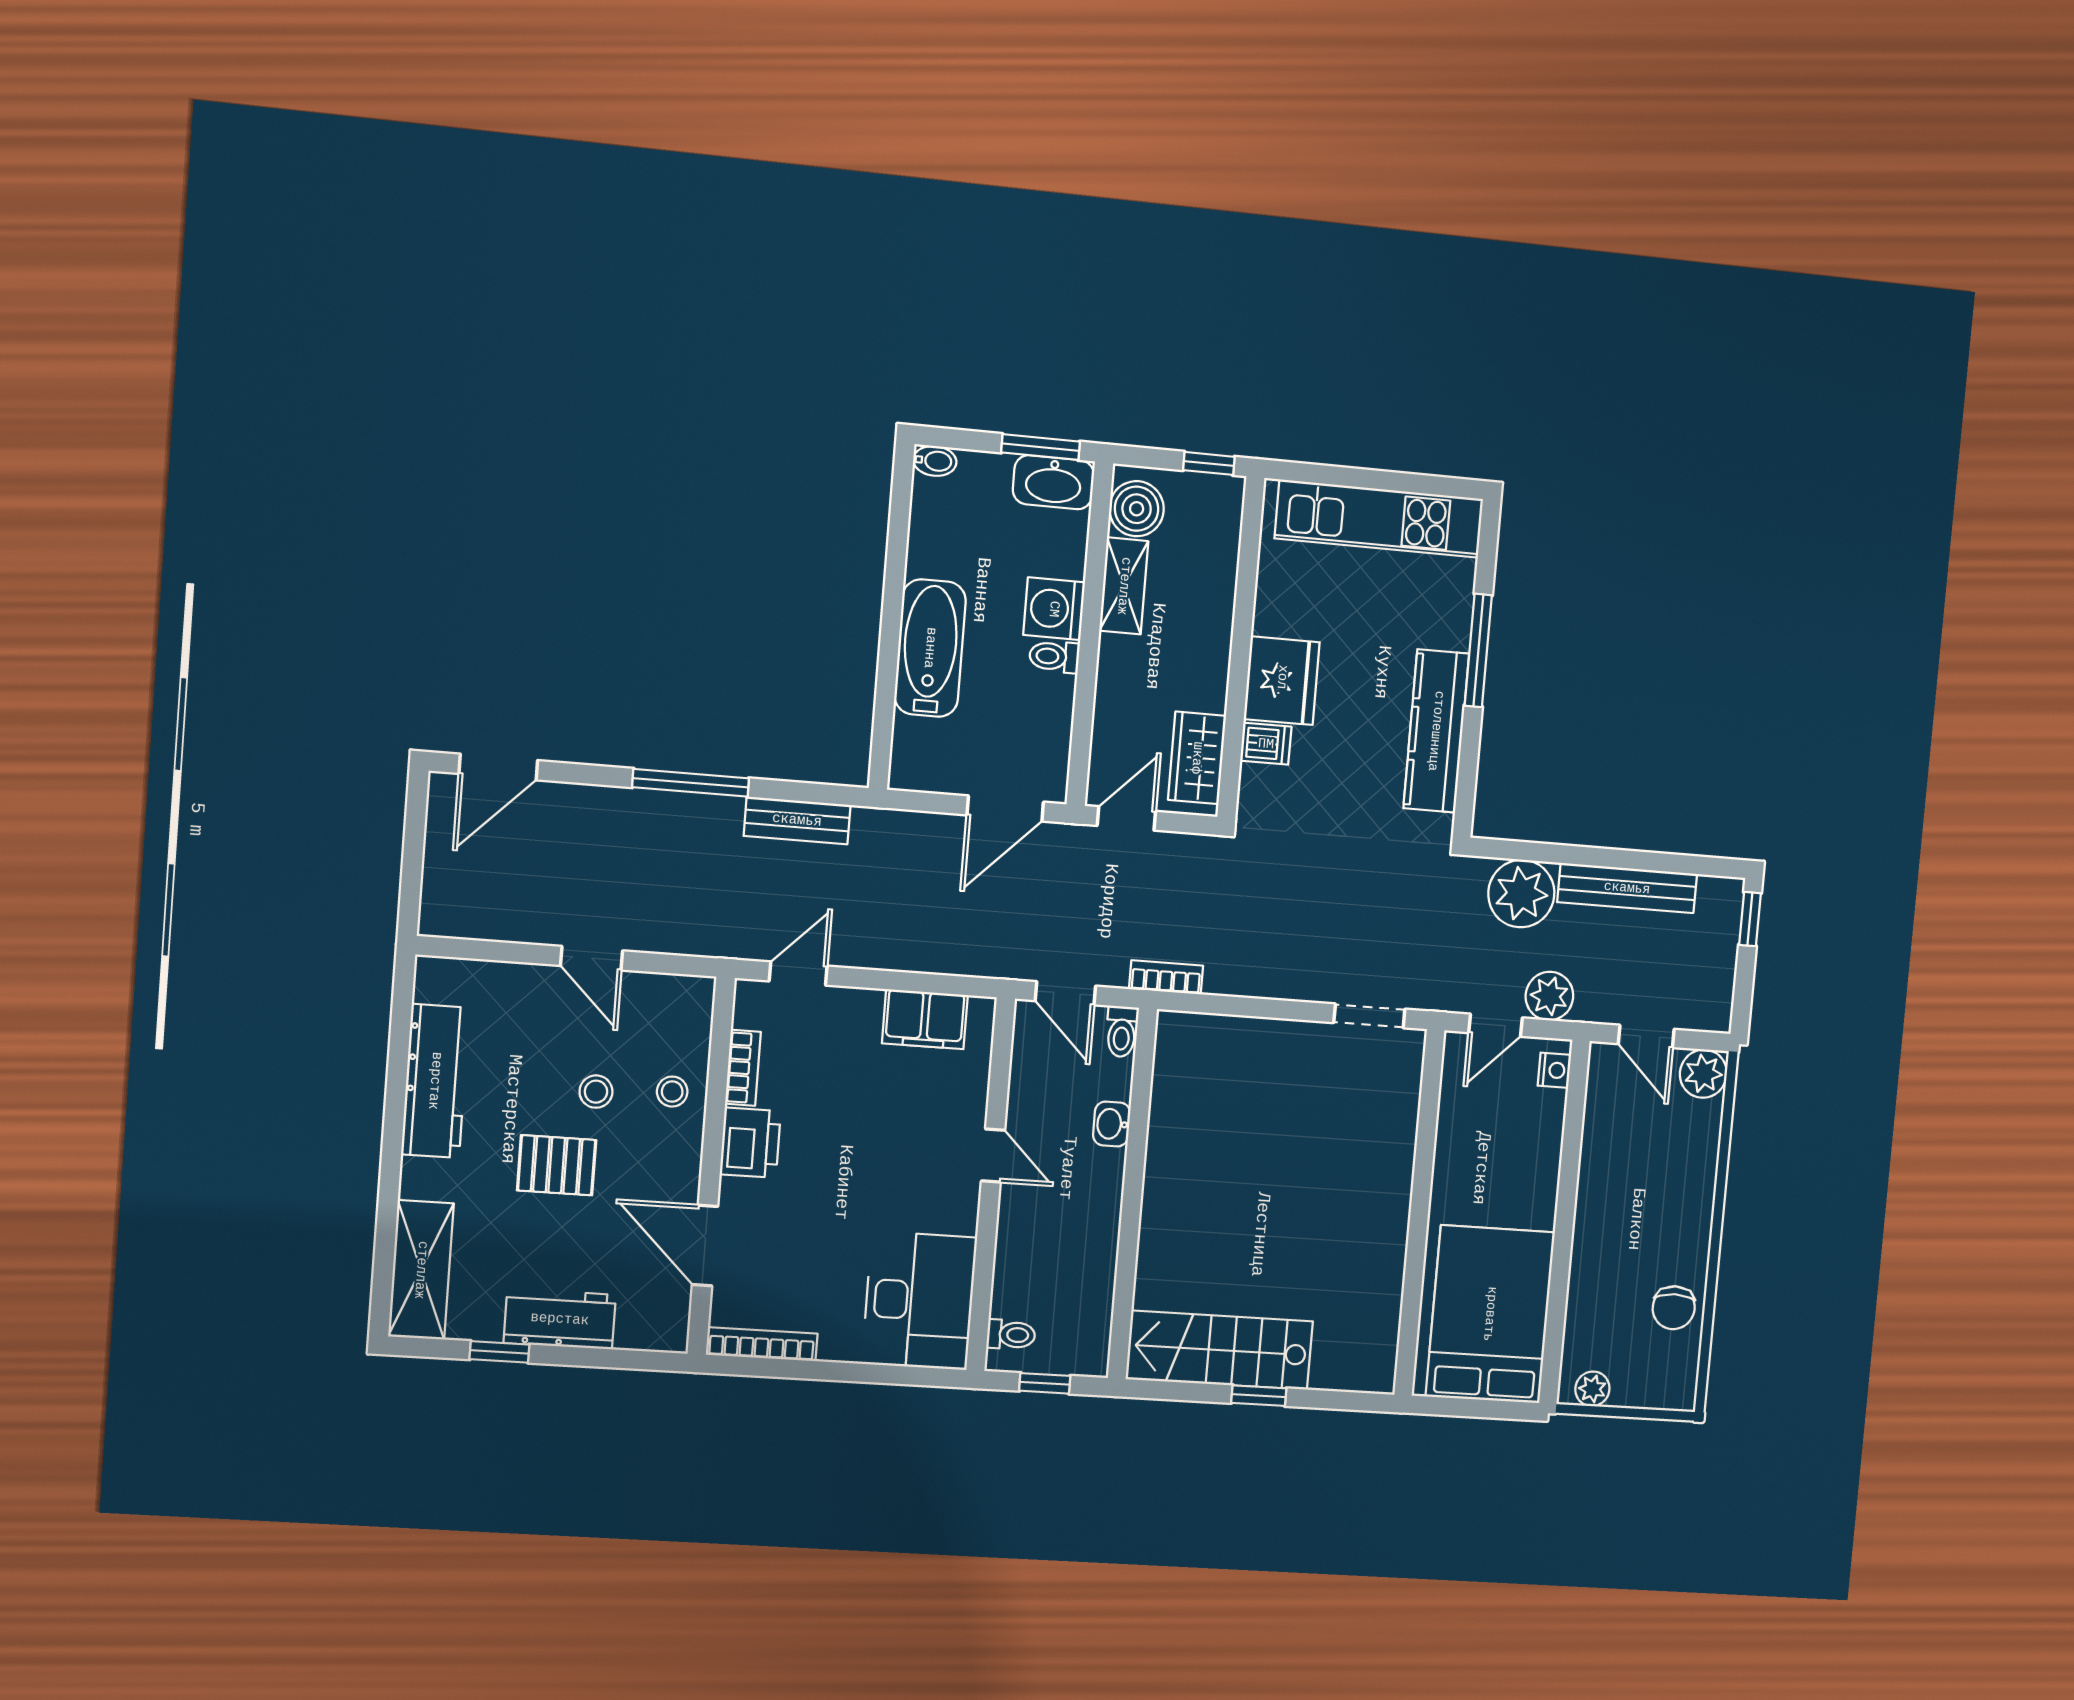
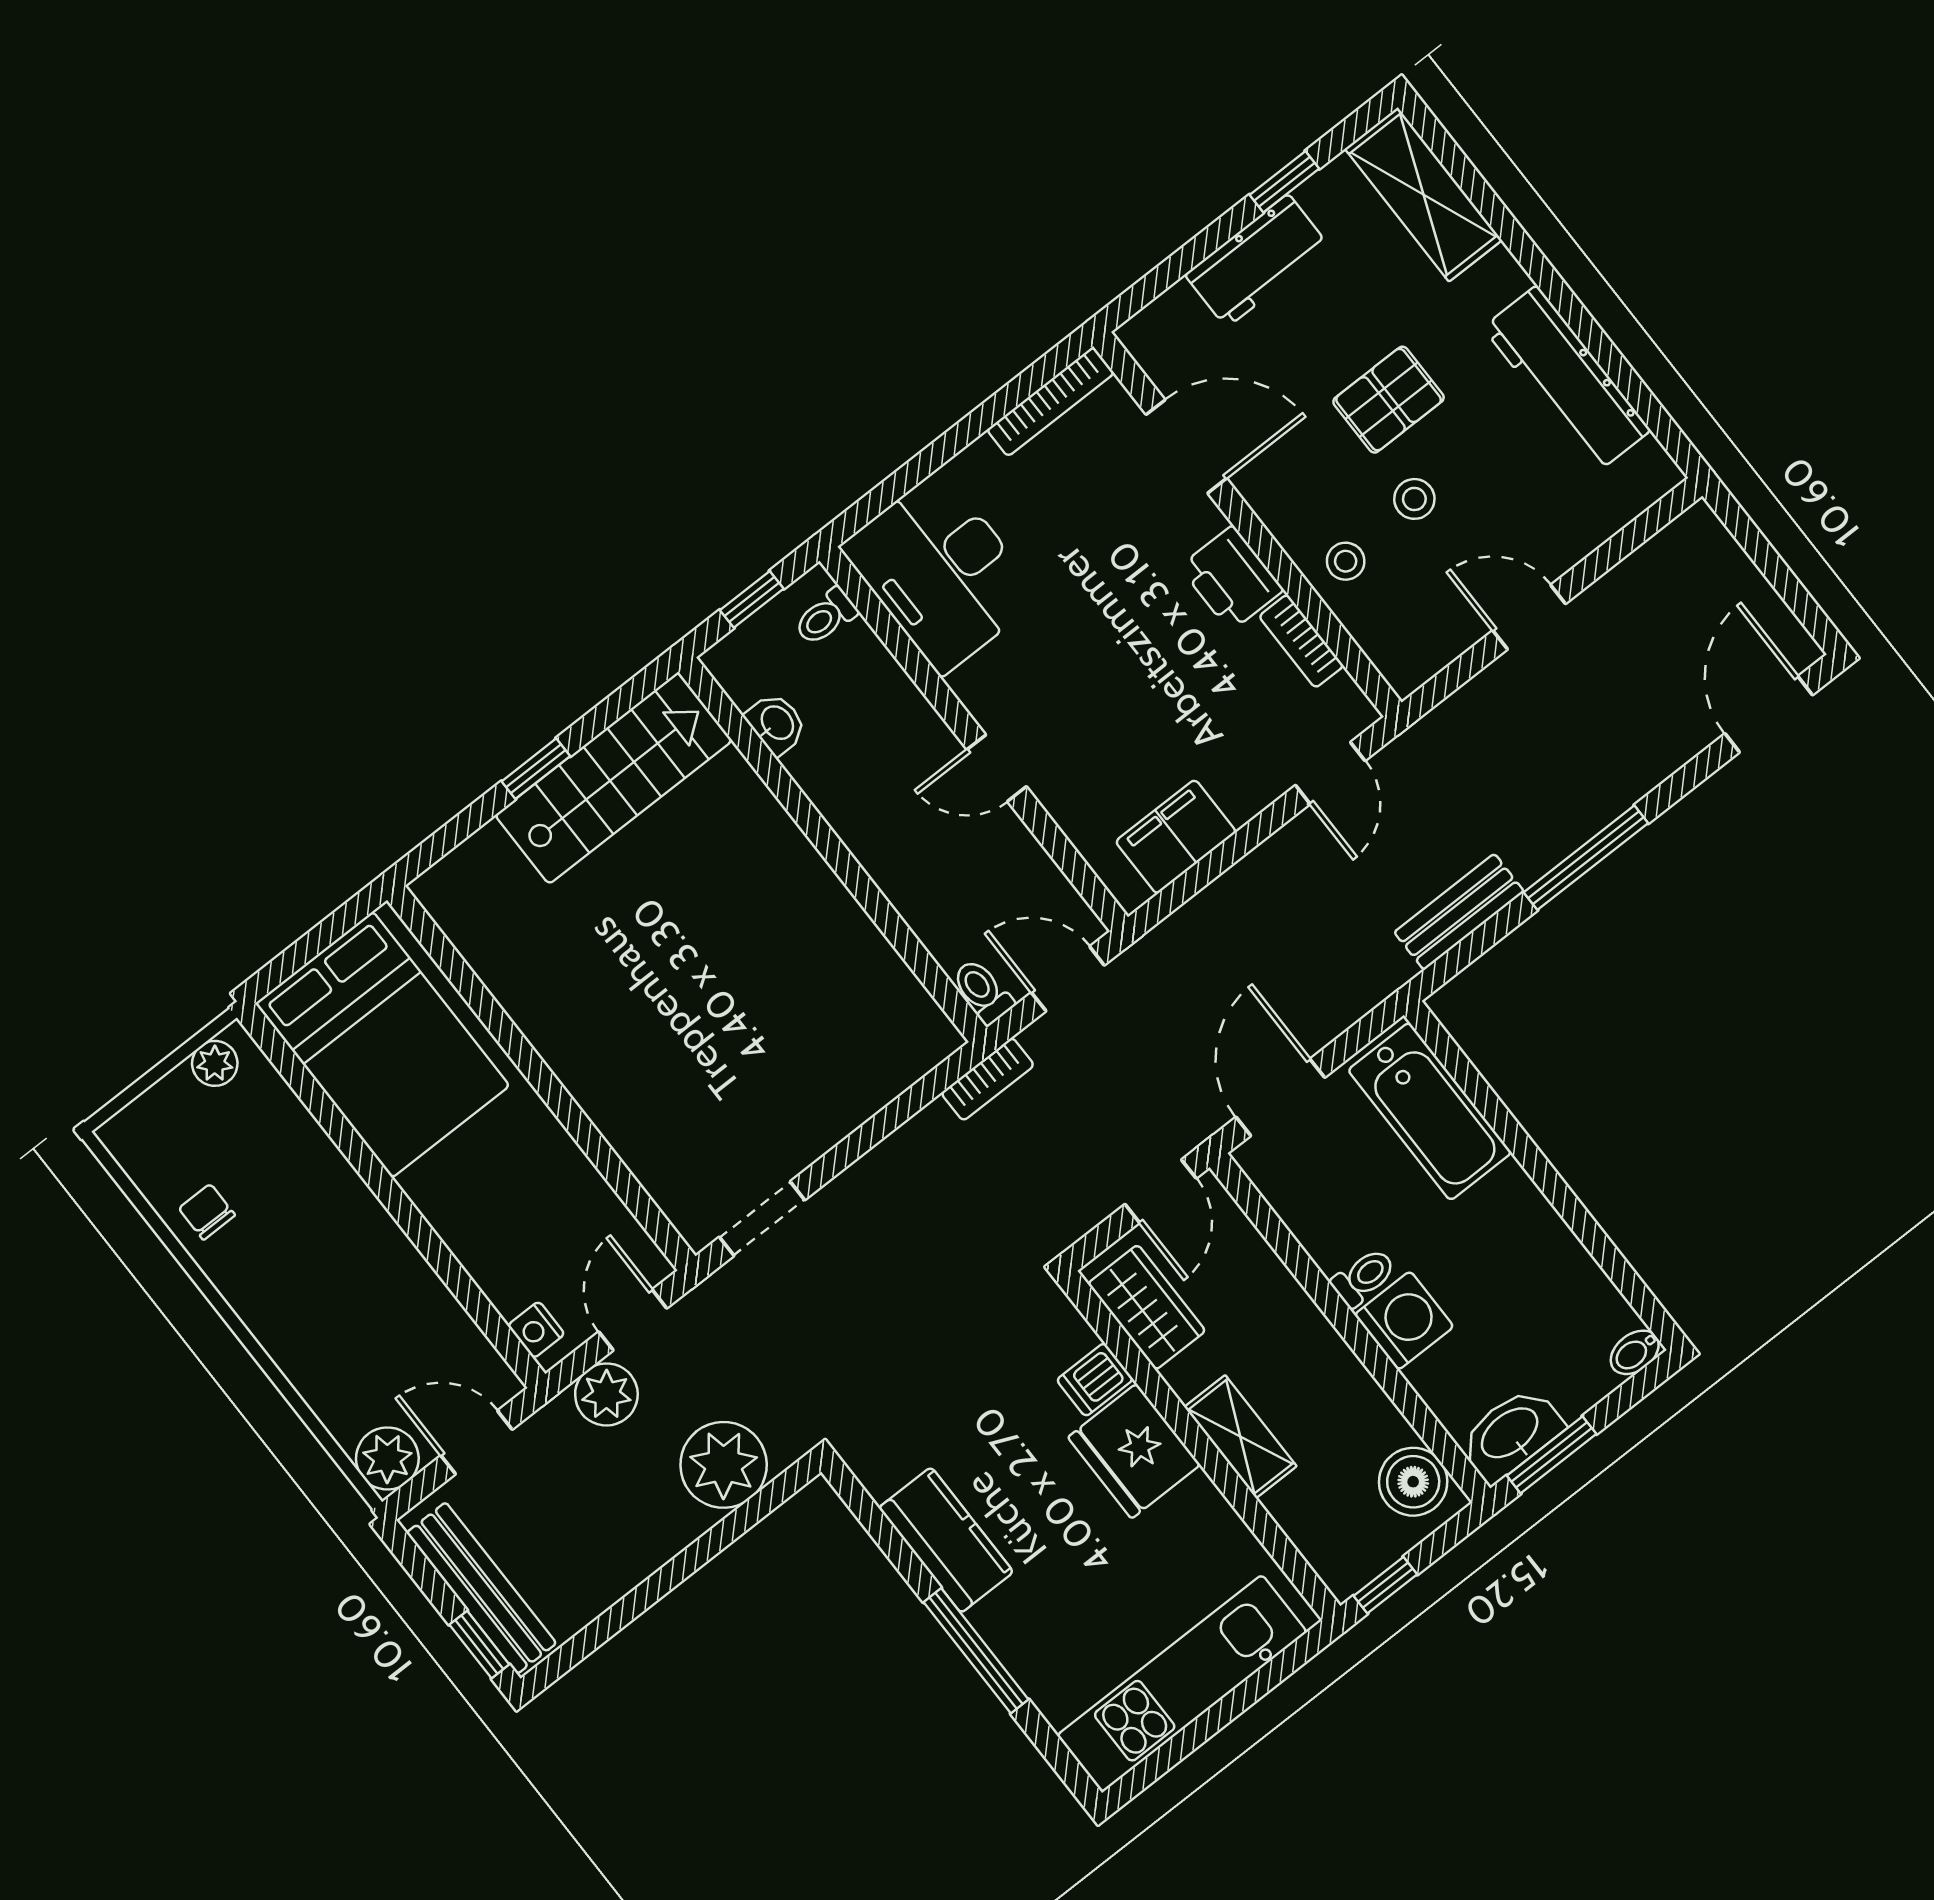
shelving: (1124, 586) -> (1240, 1437), moved
bathtub: (930, 648) -> (1430, 1111), moved
kitchen counter: (1436, 731) -> (946, 1540), width x0.67
bench: (1627, 888) -> (481, 1588), moved, turned 90
washbasin: (1112, 1124) -> (776, 723), moved
chair: (1674, 1308) -> (207, 1212), width x0.73, depth x0.73

